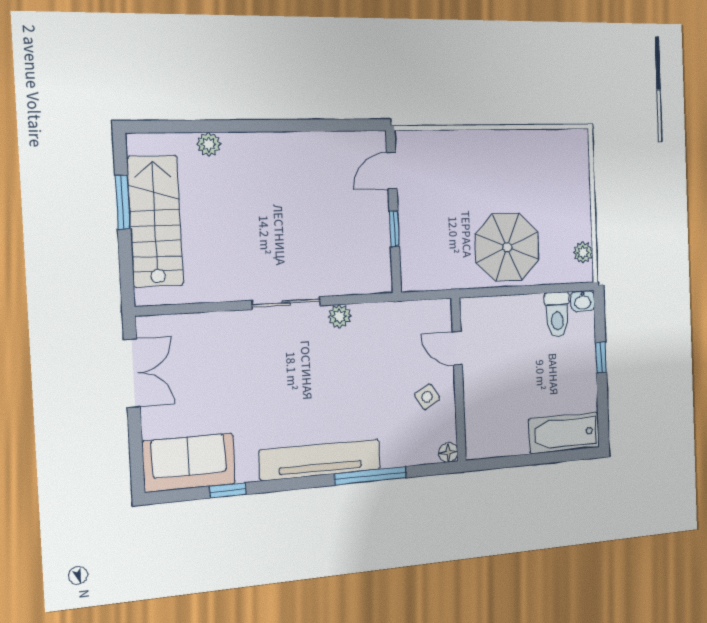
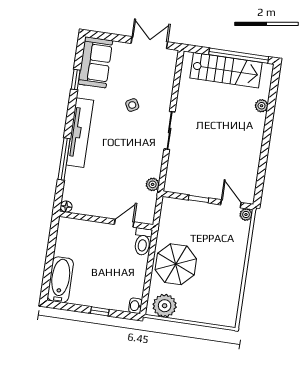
plant: (405, 141) -> (246, 214), added
window: (123, 202) -> (239, 56), width x2.11
plant: (583, 253) -> (165, 306), width x1.88, depth x1.88
toilet: (557, 315) -> (143, 242), moved, turned -90
plant: (340, 316) -> (153, 184), moved
double door: (132, 373) -> (149, 43), swing flipped
side table: (427, 397) -> (132, 105), moved

